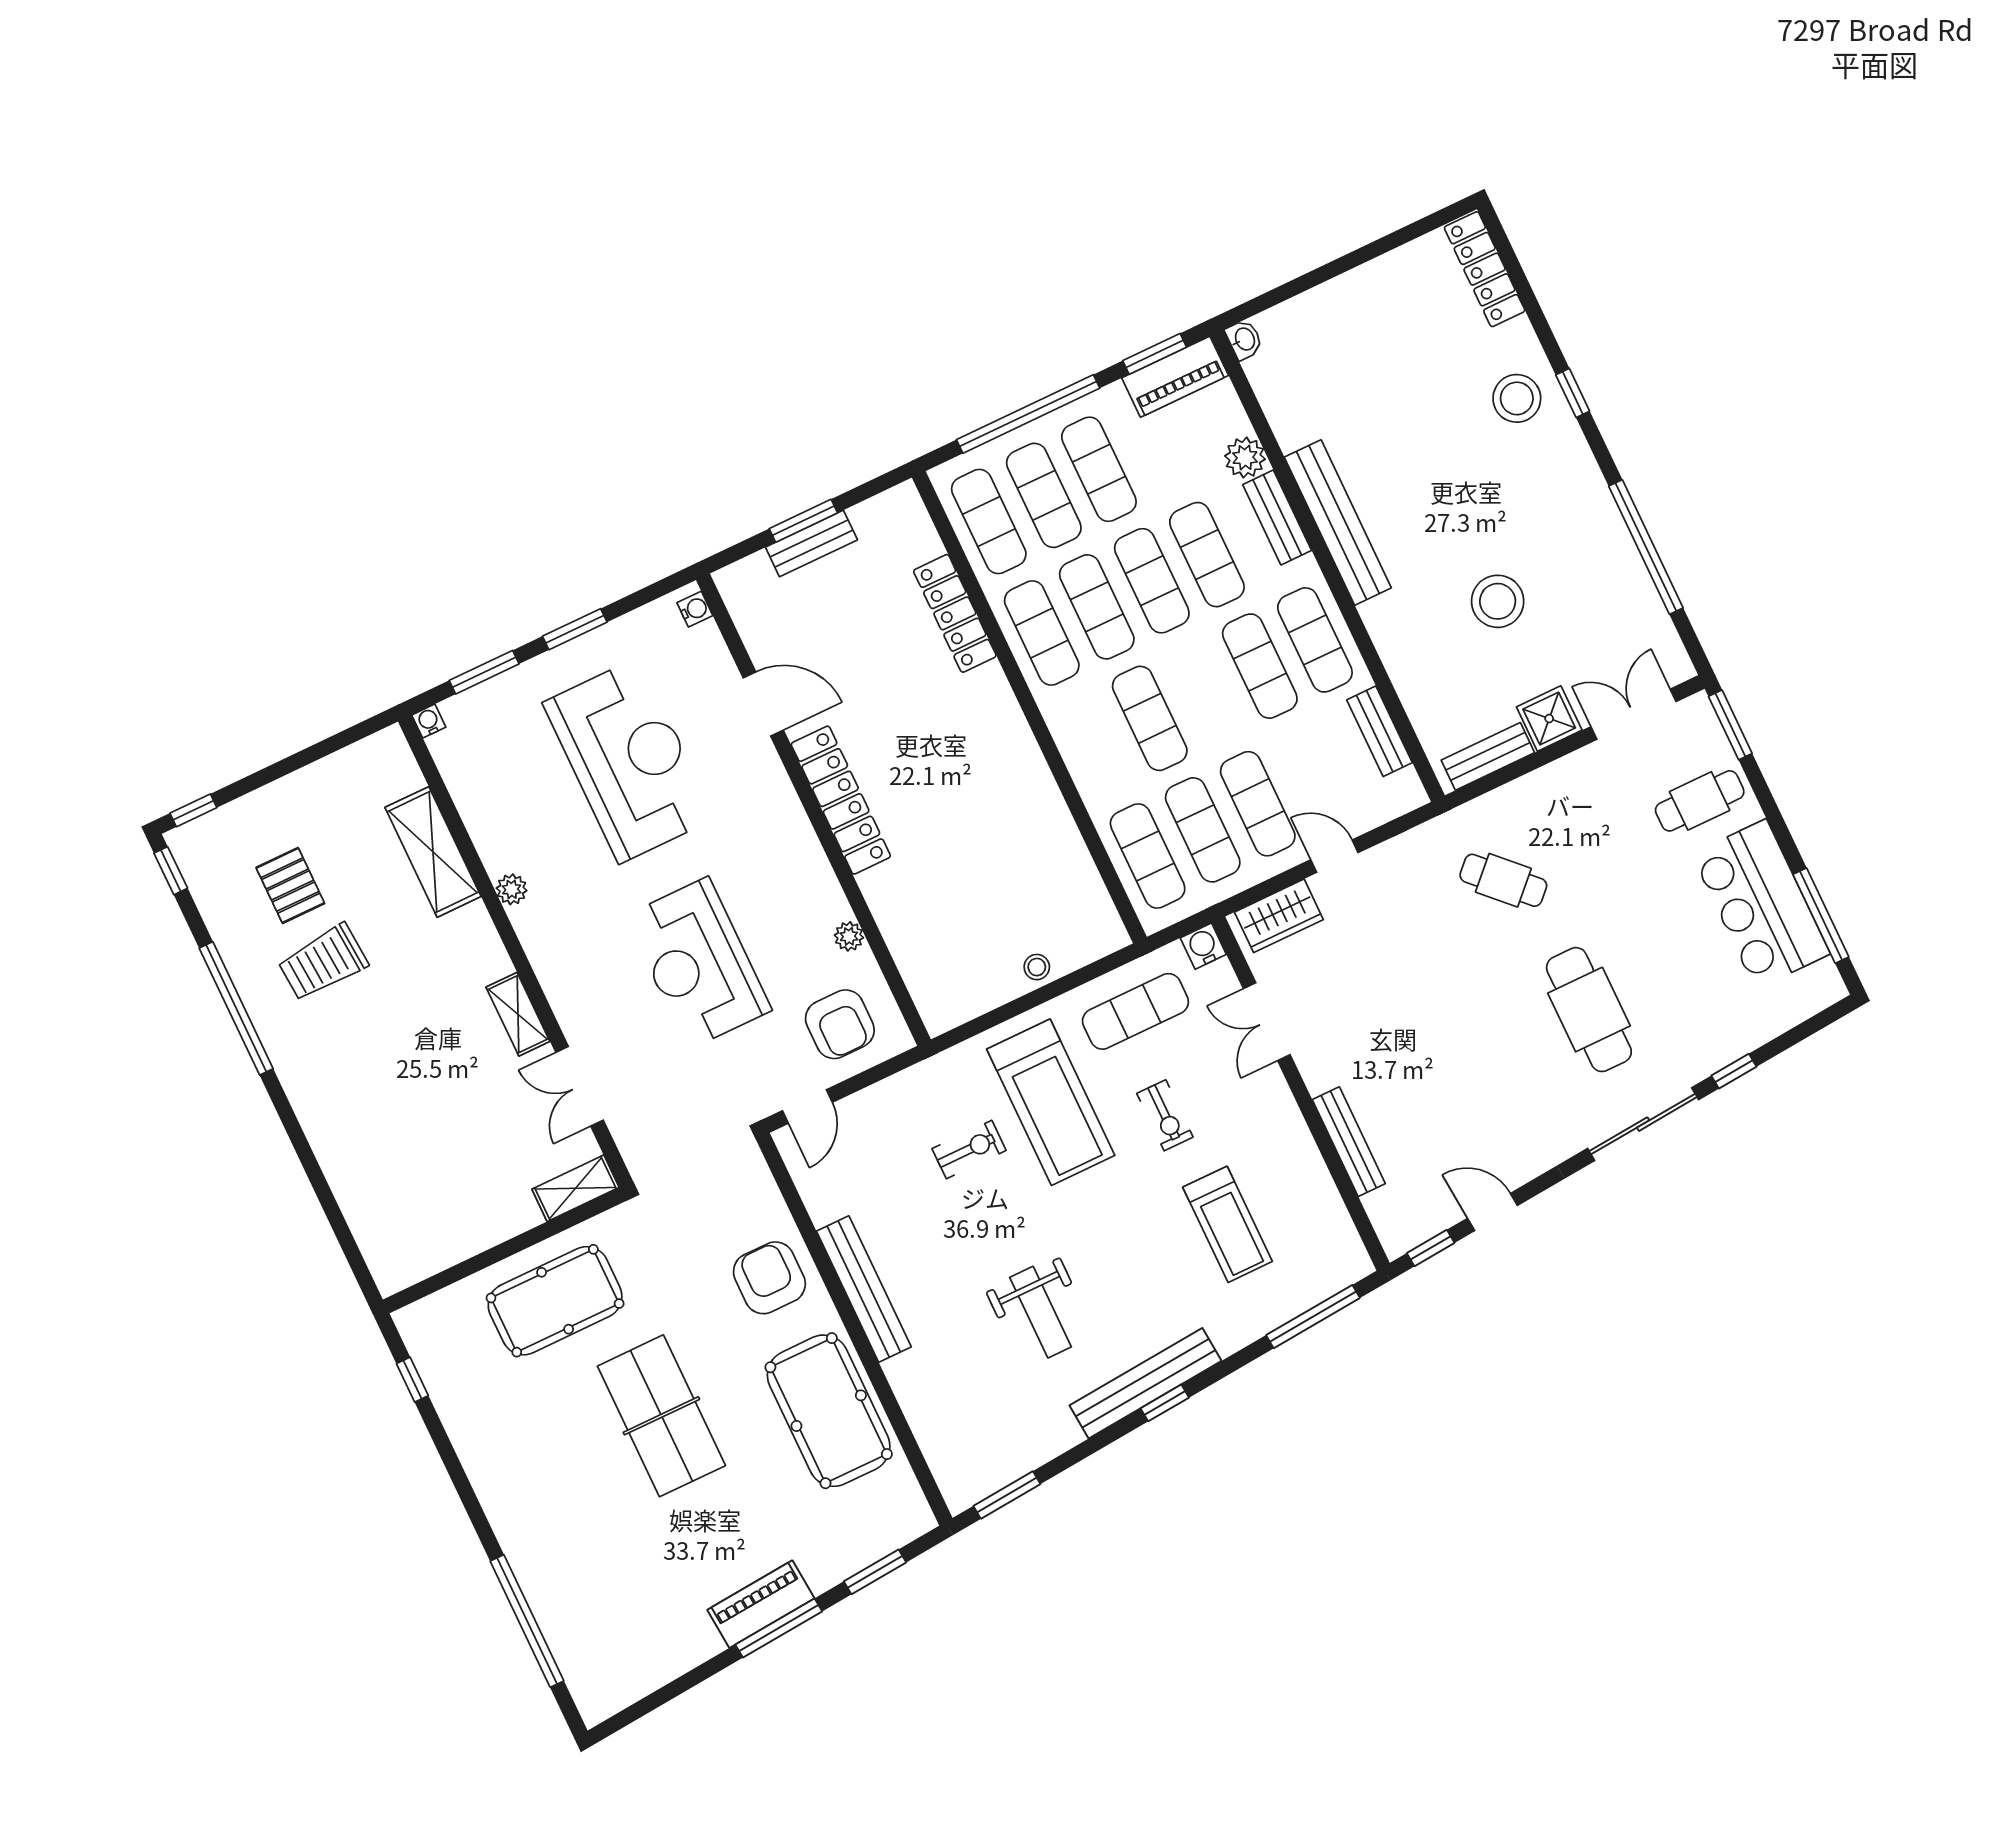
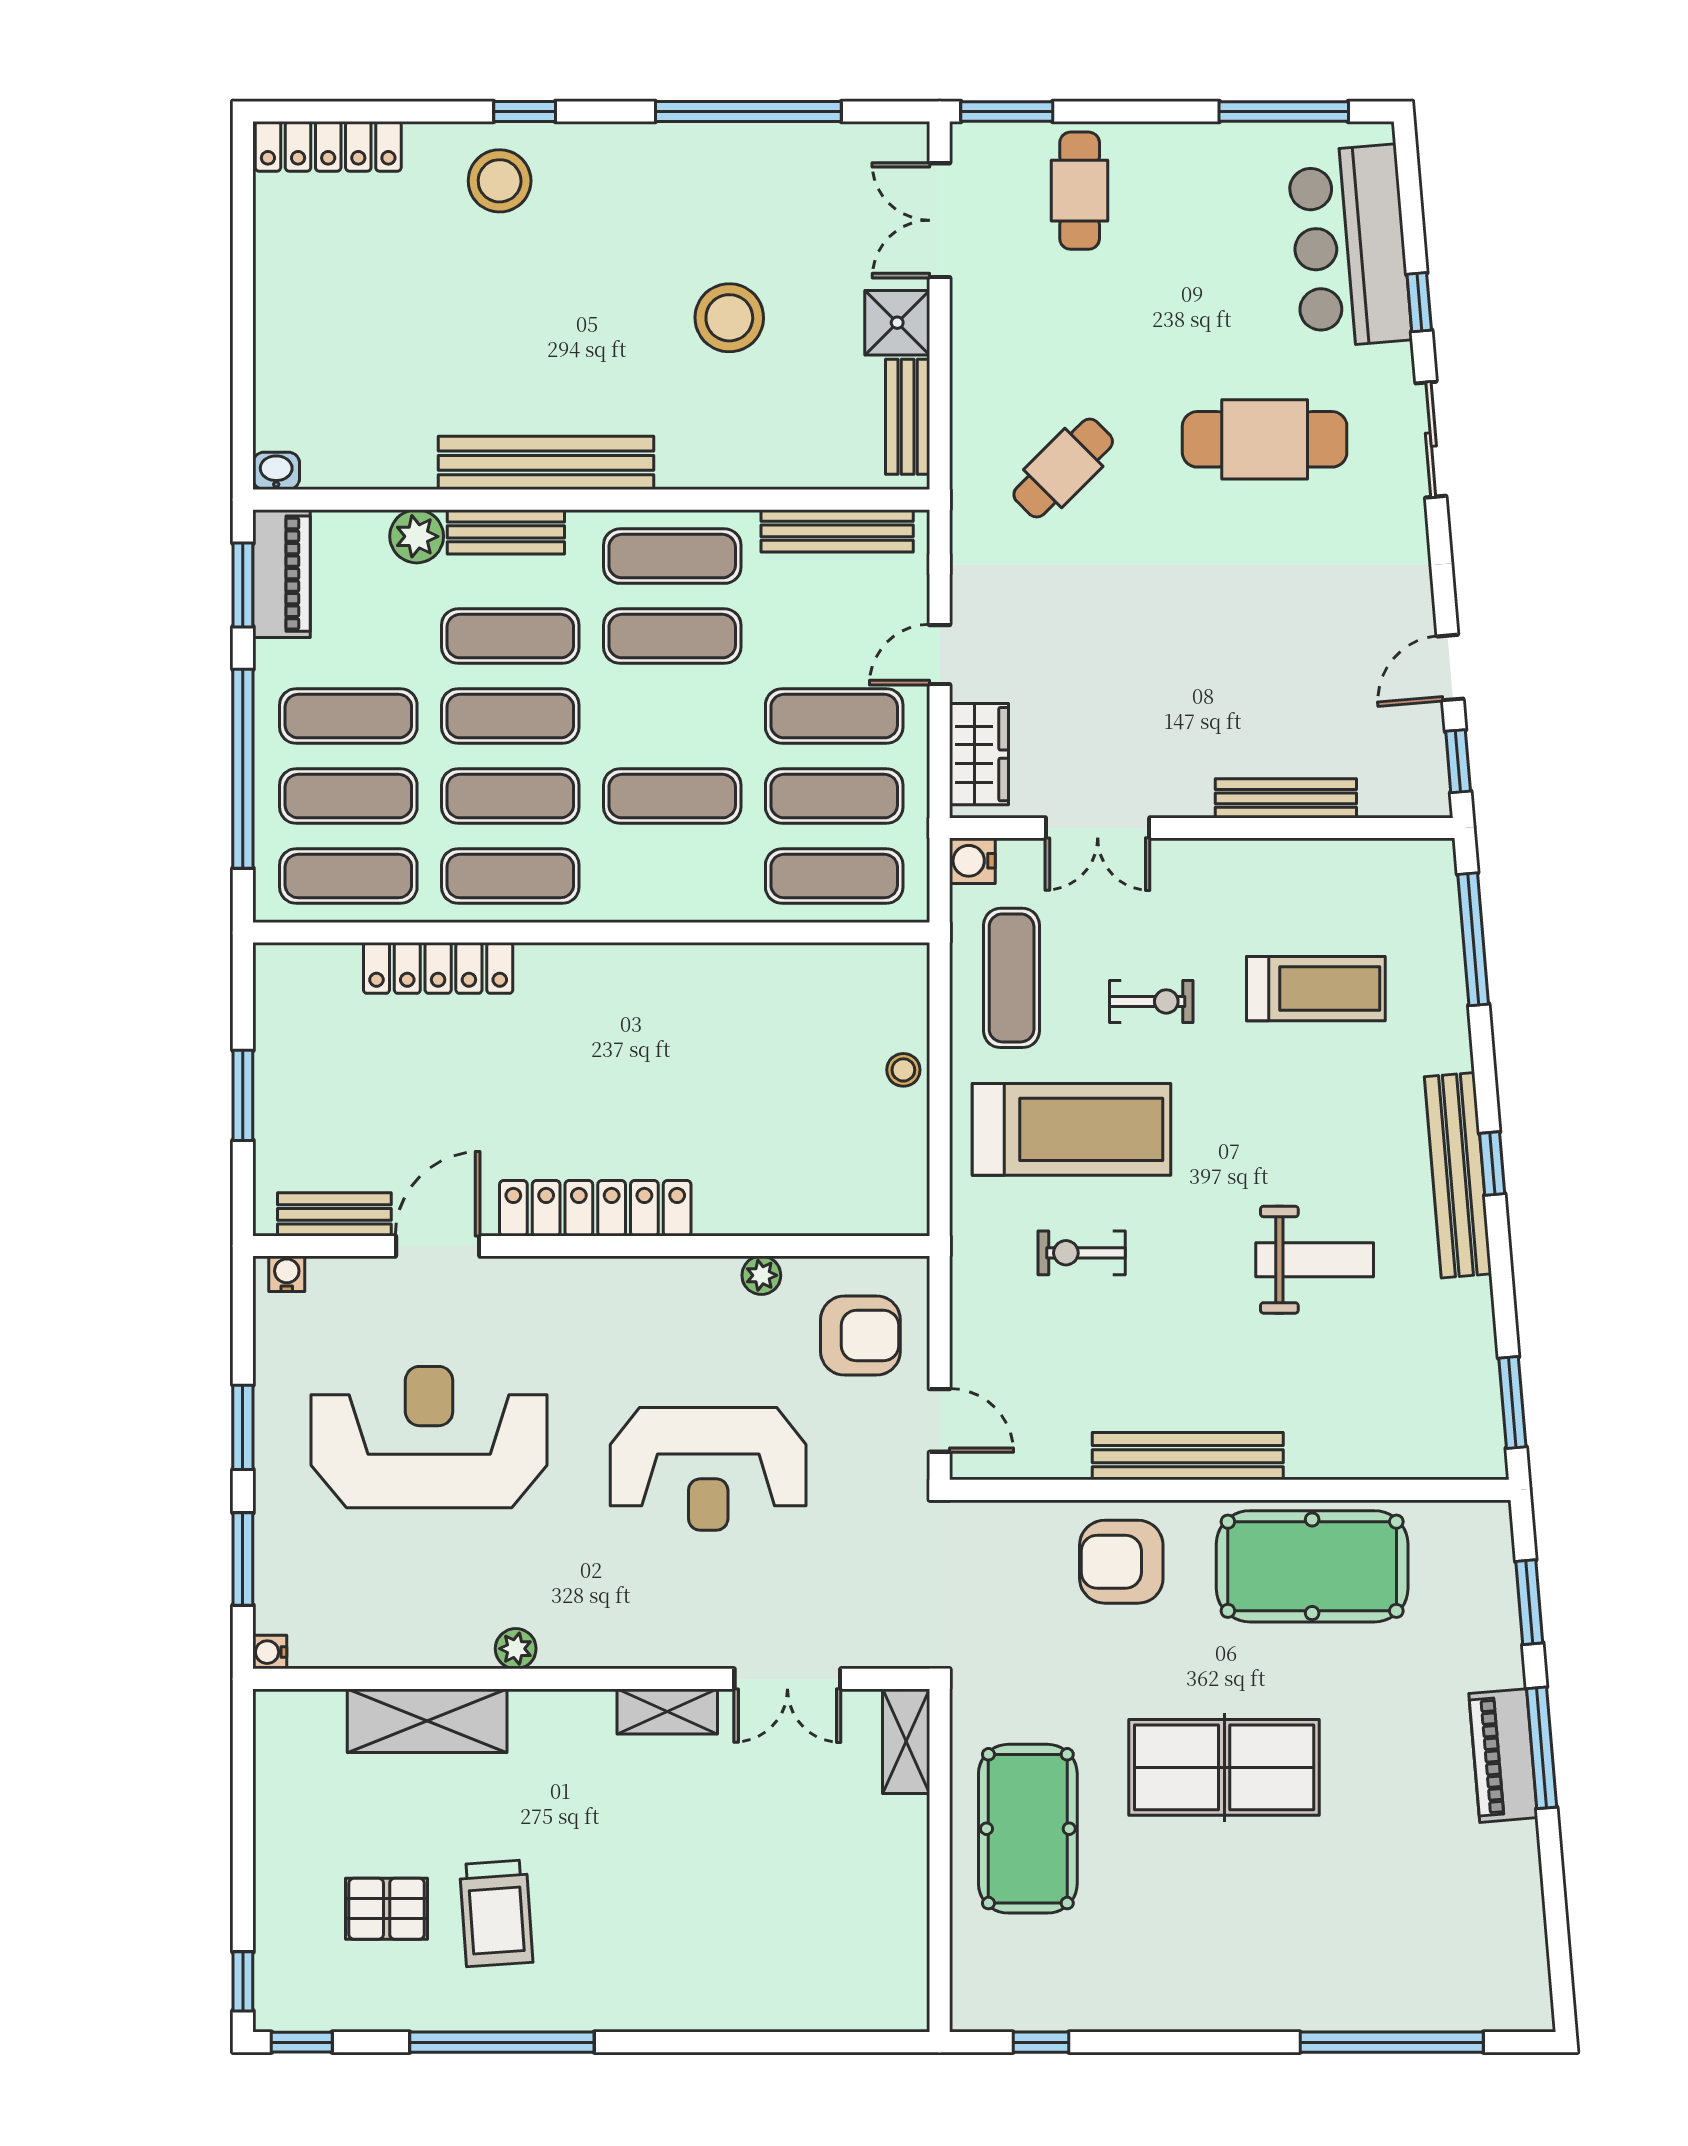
bench: (811, 543) -> (334, 1214), moved, turned 90
bench: (1380, 731) -> (837, 531), width x1.36
bar counter: (1761, 904) -> (1350, 246), moved, turned 85
sliding door: (1643, 1124) -> (1431, 440), width x0.73
exercise bike: (969, 1149) -> (1082, 1253), turned -90

